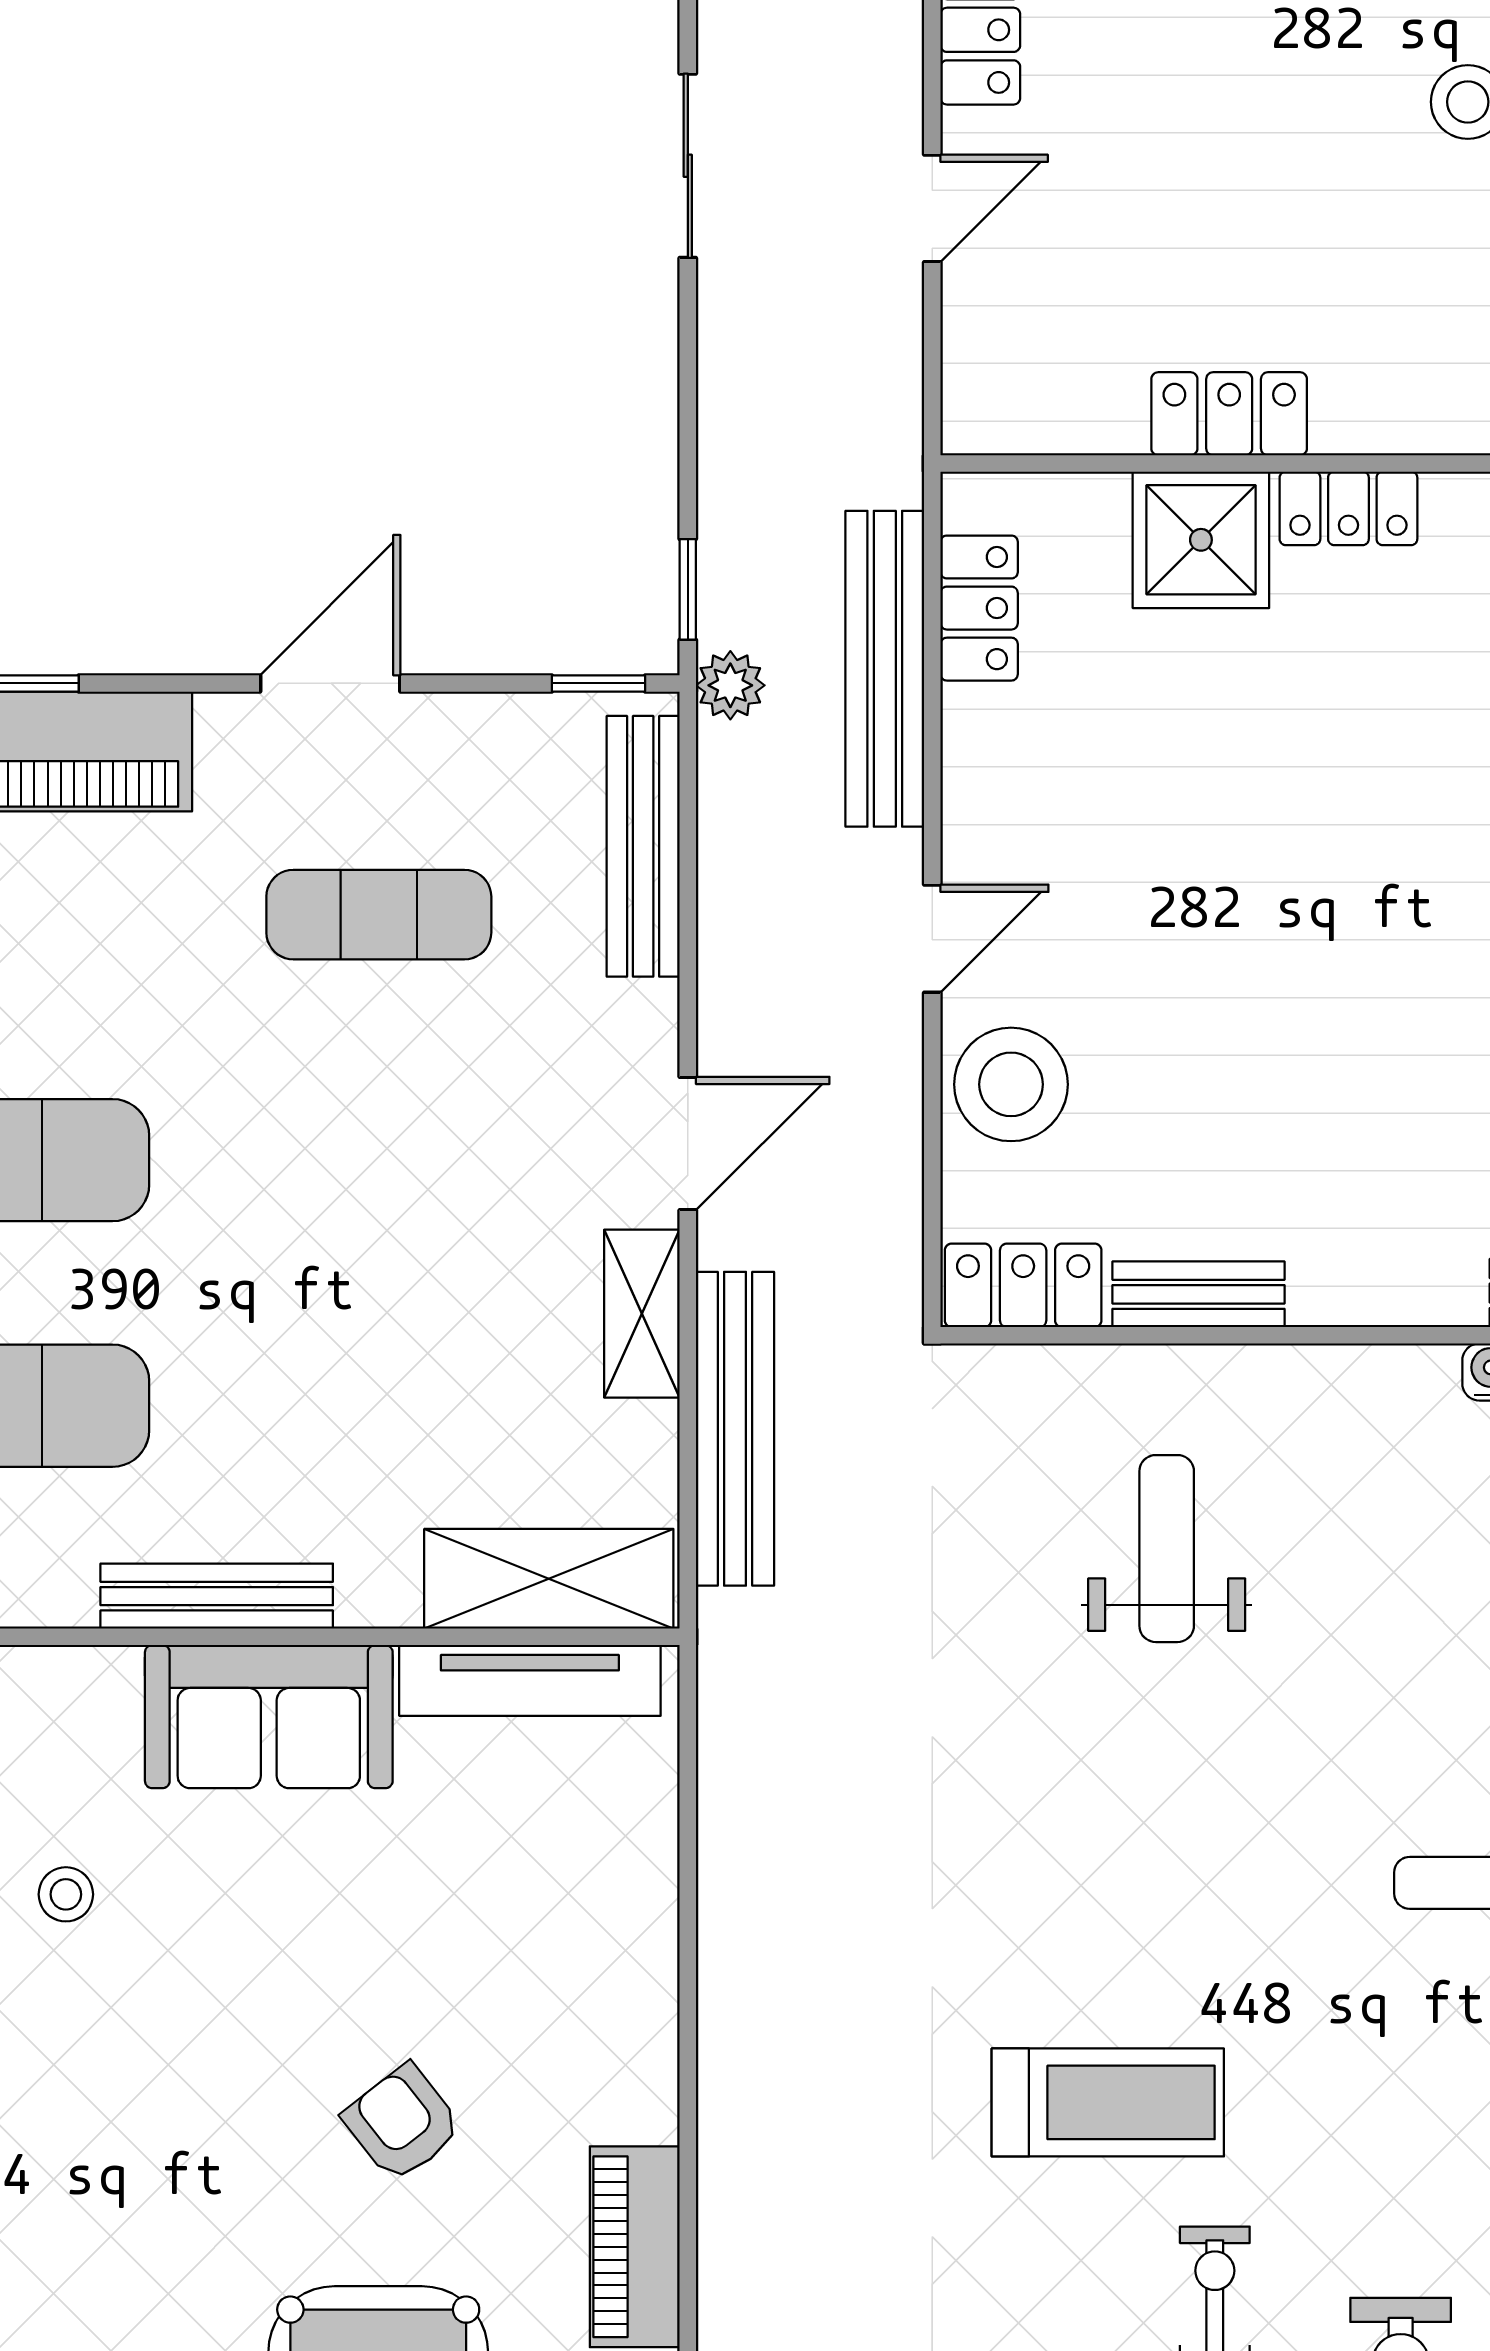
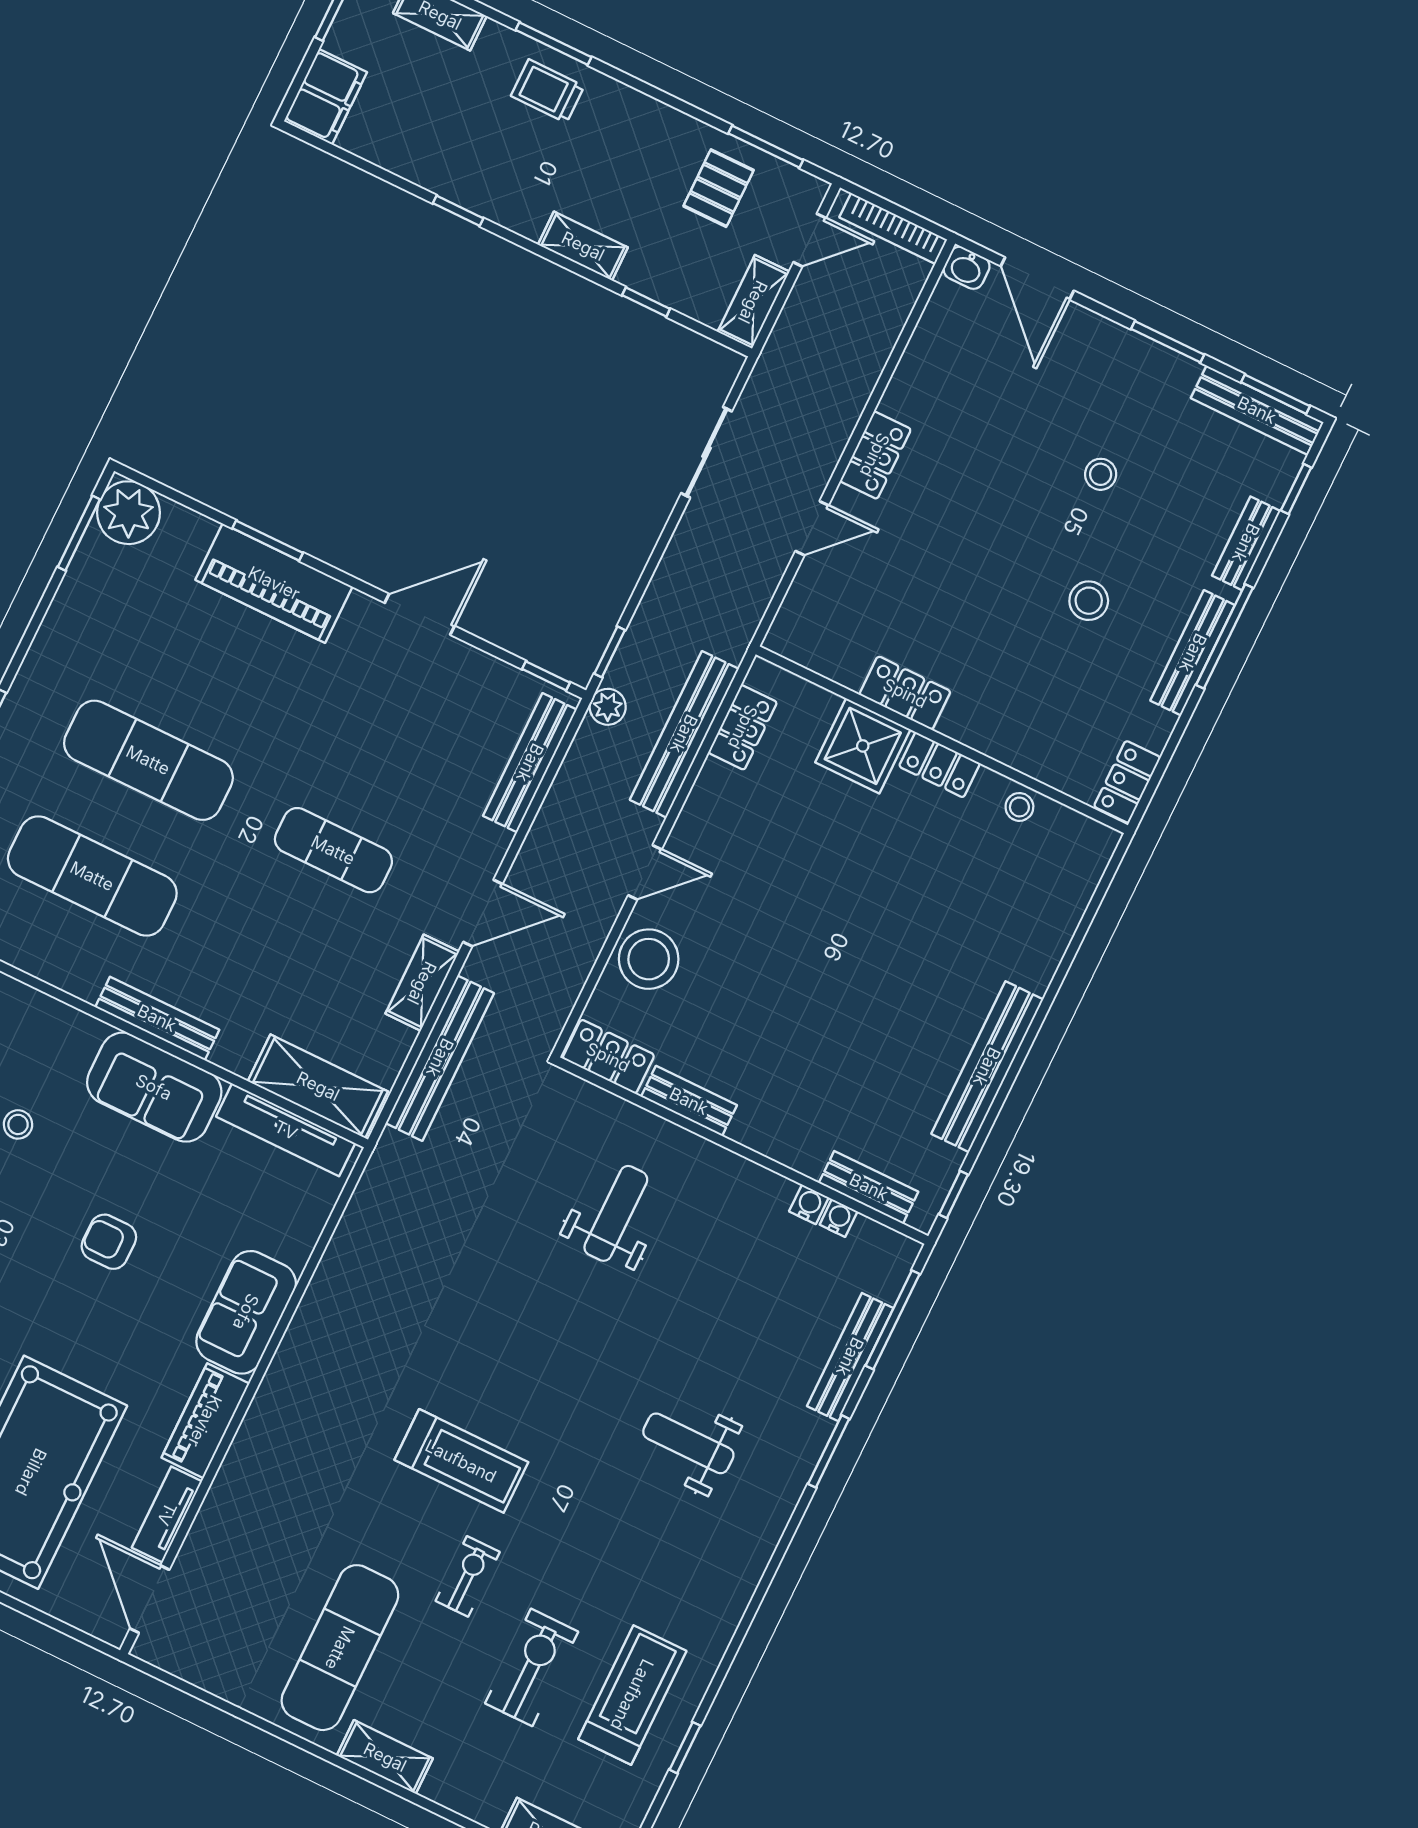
exercise mat: (379, 915) -> (333, 850), moved
sofa: (614, 2027) -> (246, 1312), added
armchair: (402, 2123) -> (109, 1242), moved, turned -52

